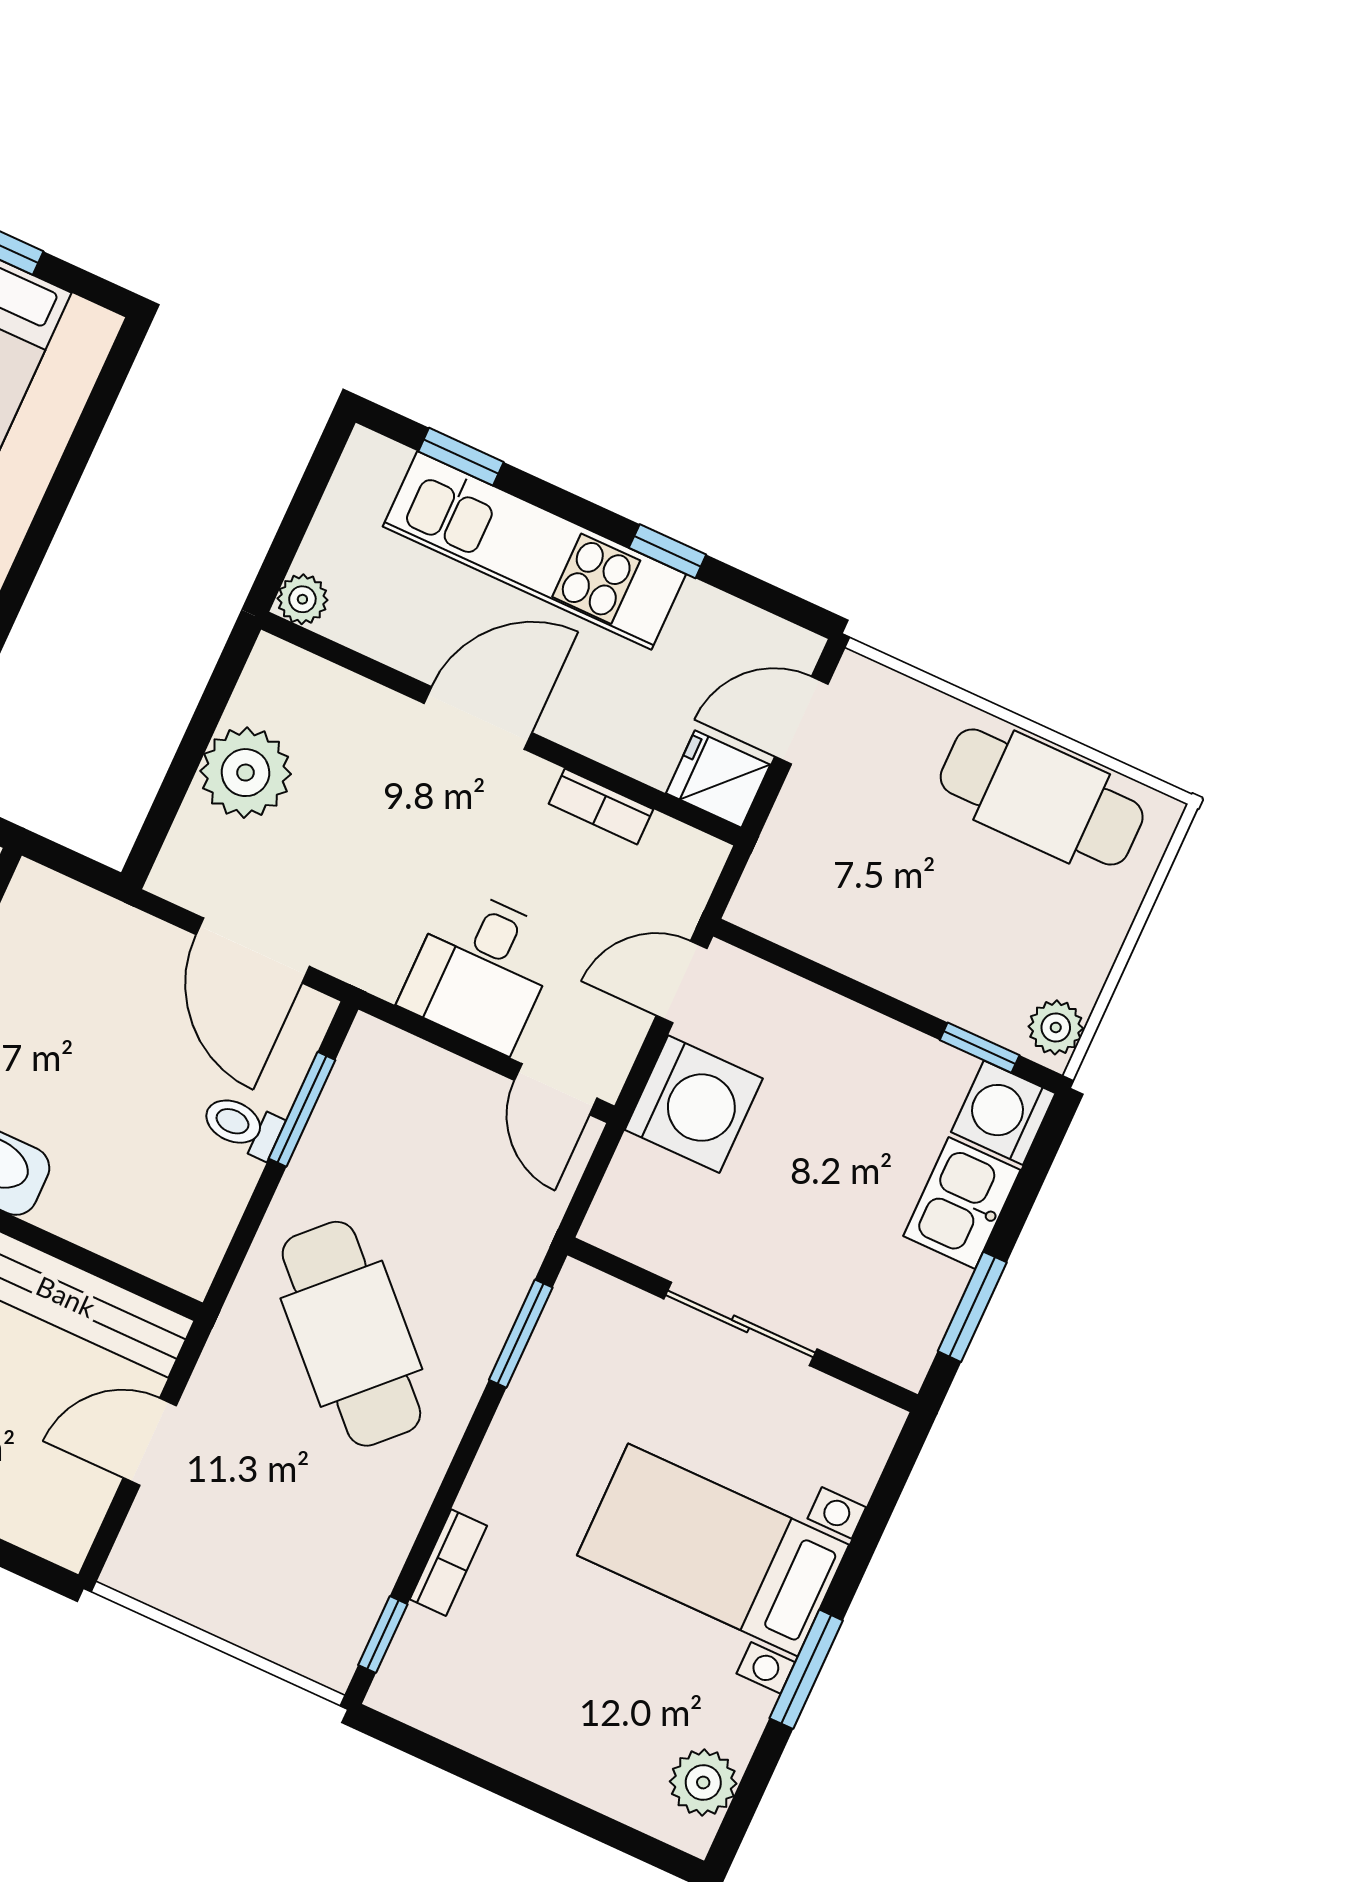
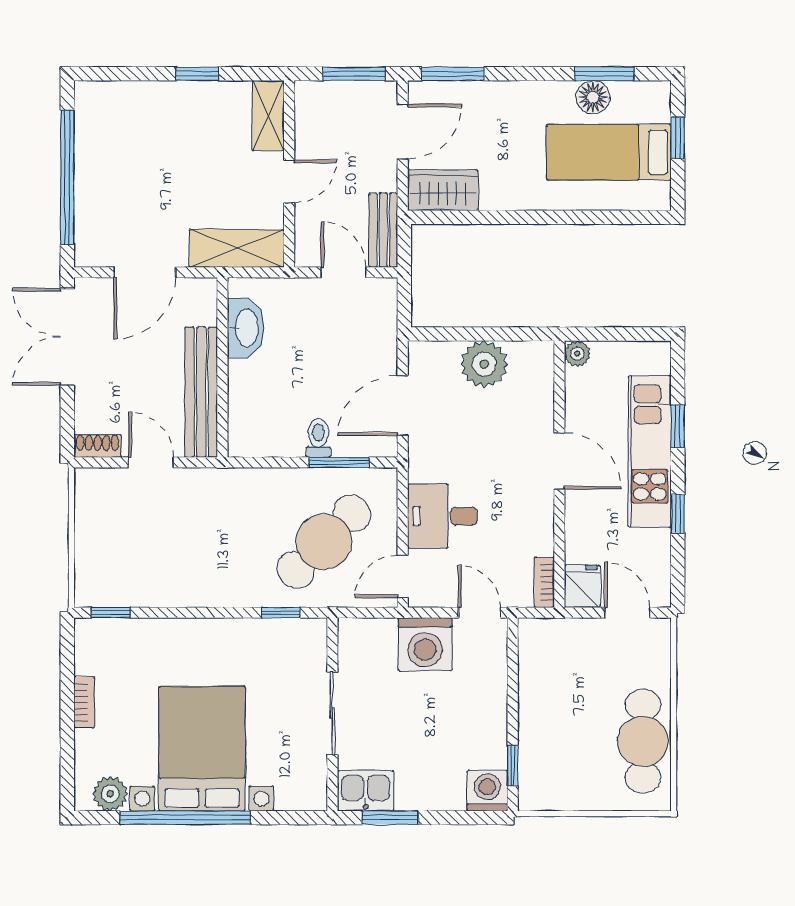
window: (461, 457) -> (678, 426), moved
bookcase: (601, 806) -> (544, 582), moved
plant: (1056, 1027) -> (538, 797), removed
kitchen sink: (962, 1203) -> (366, 791), moved
cafe table: (351, 1334) -> (324, 542), moved
window: (521, 1334) -> (281, 613), width x0.67
shoe rack: (77, 1523) -> (98, 446), added
bed with nightstands: (713, 1550) -> (202, 749), width x1.36
bookcase: (448, 1563) -> (84, 702), moved, turned -90
window: (806, 1669) -> (185, 818), width x2.11

